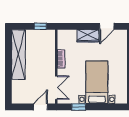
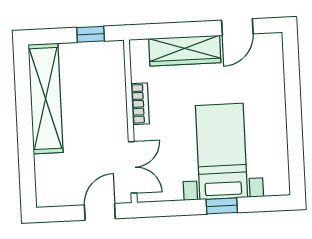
wardrobe: (88, 36) -> (185, 51), width x1.50
window: (79, 107) -> (222, 206), moved

